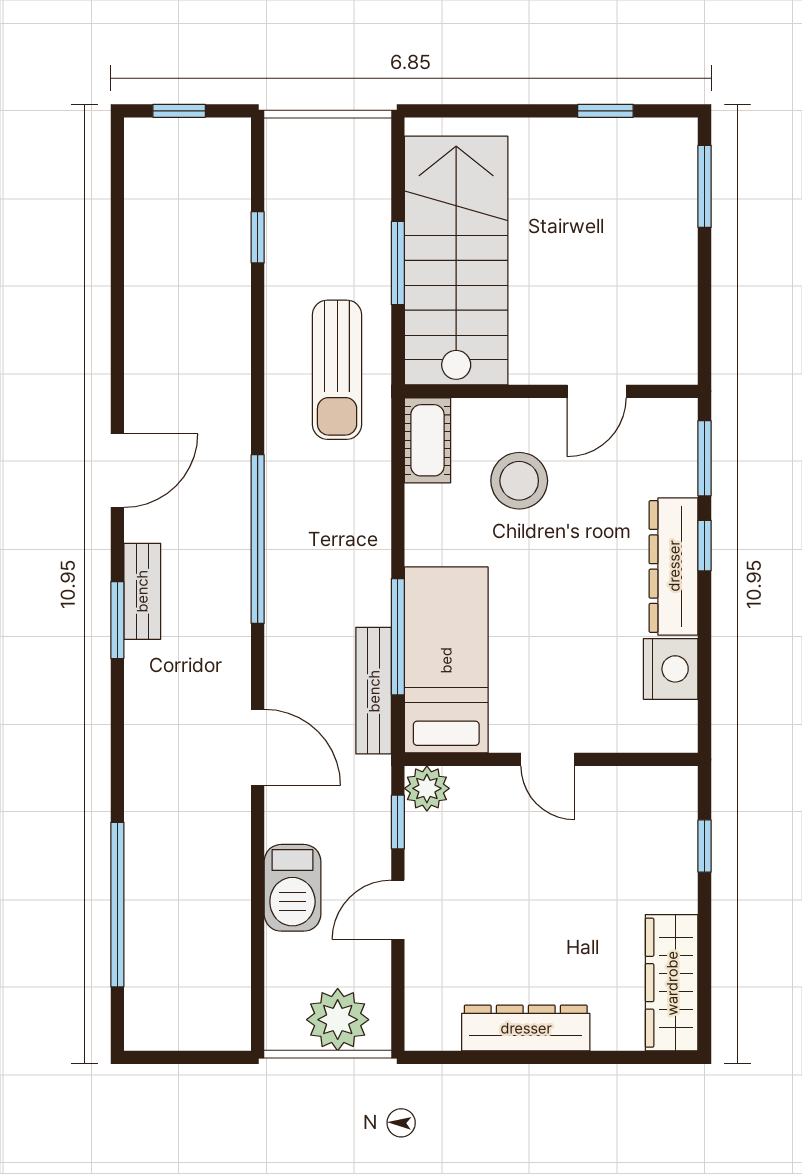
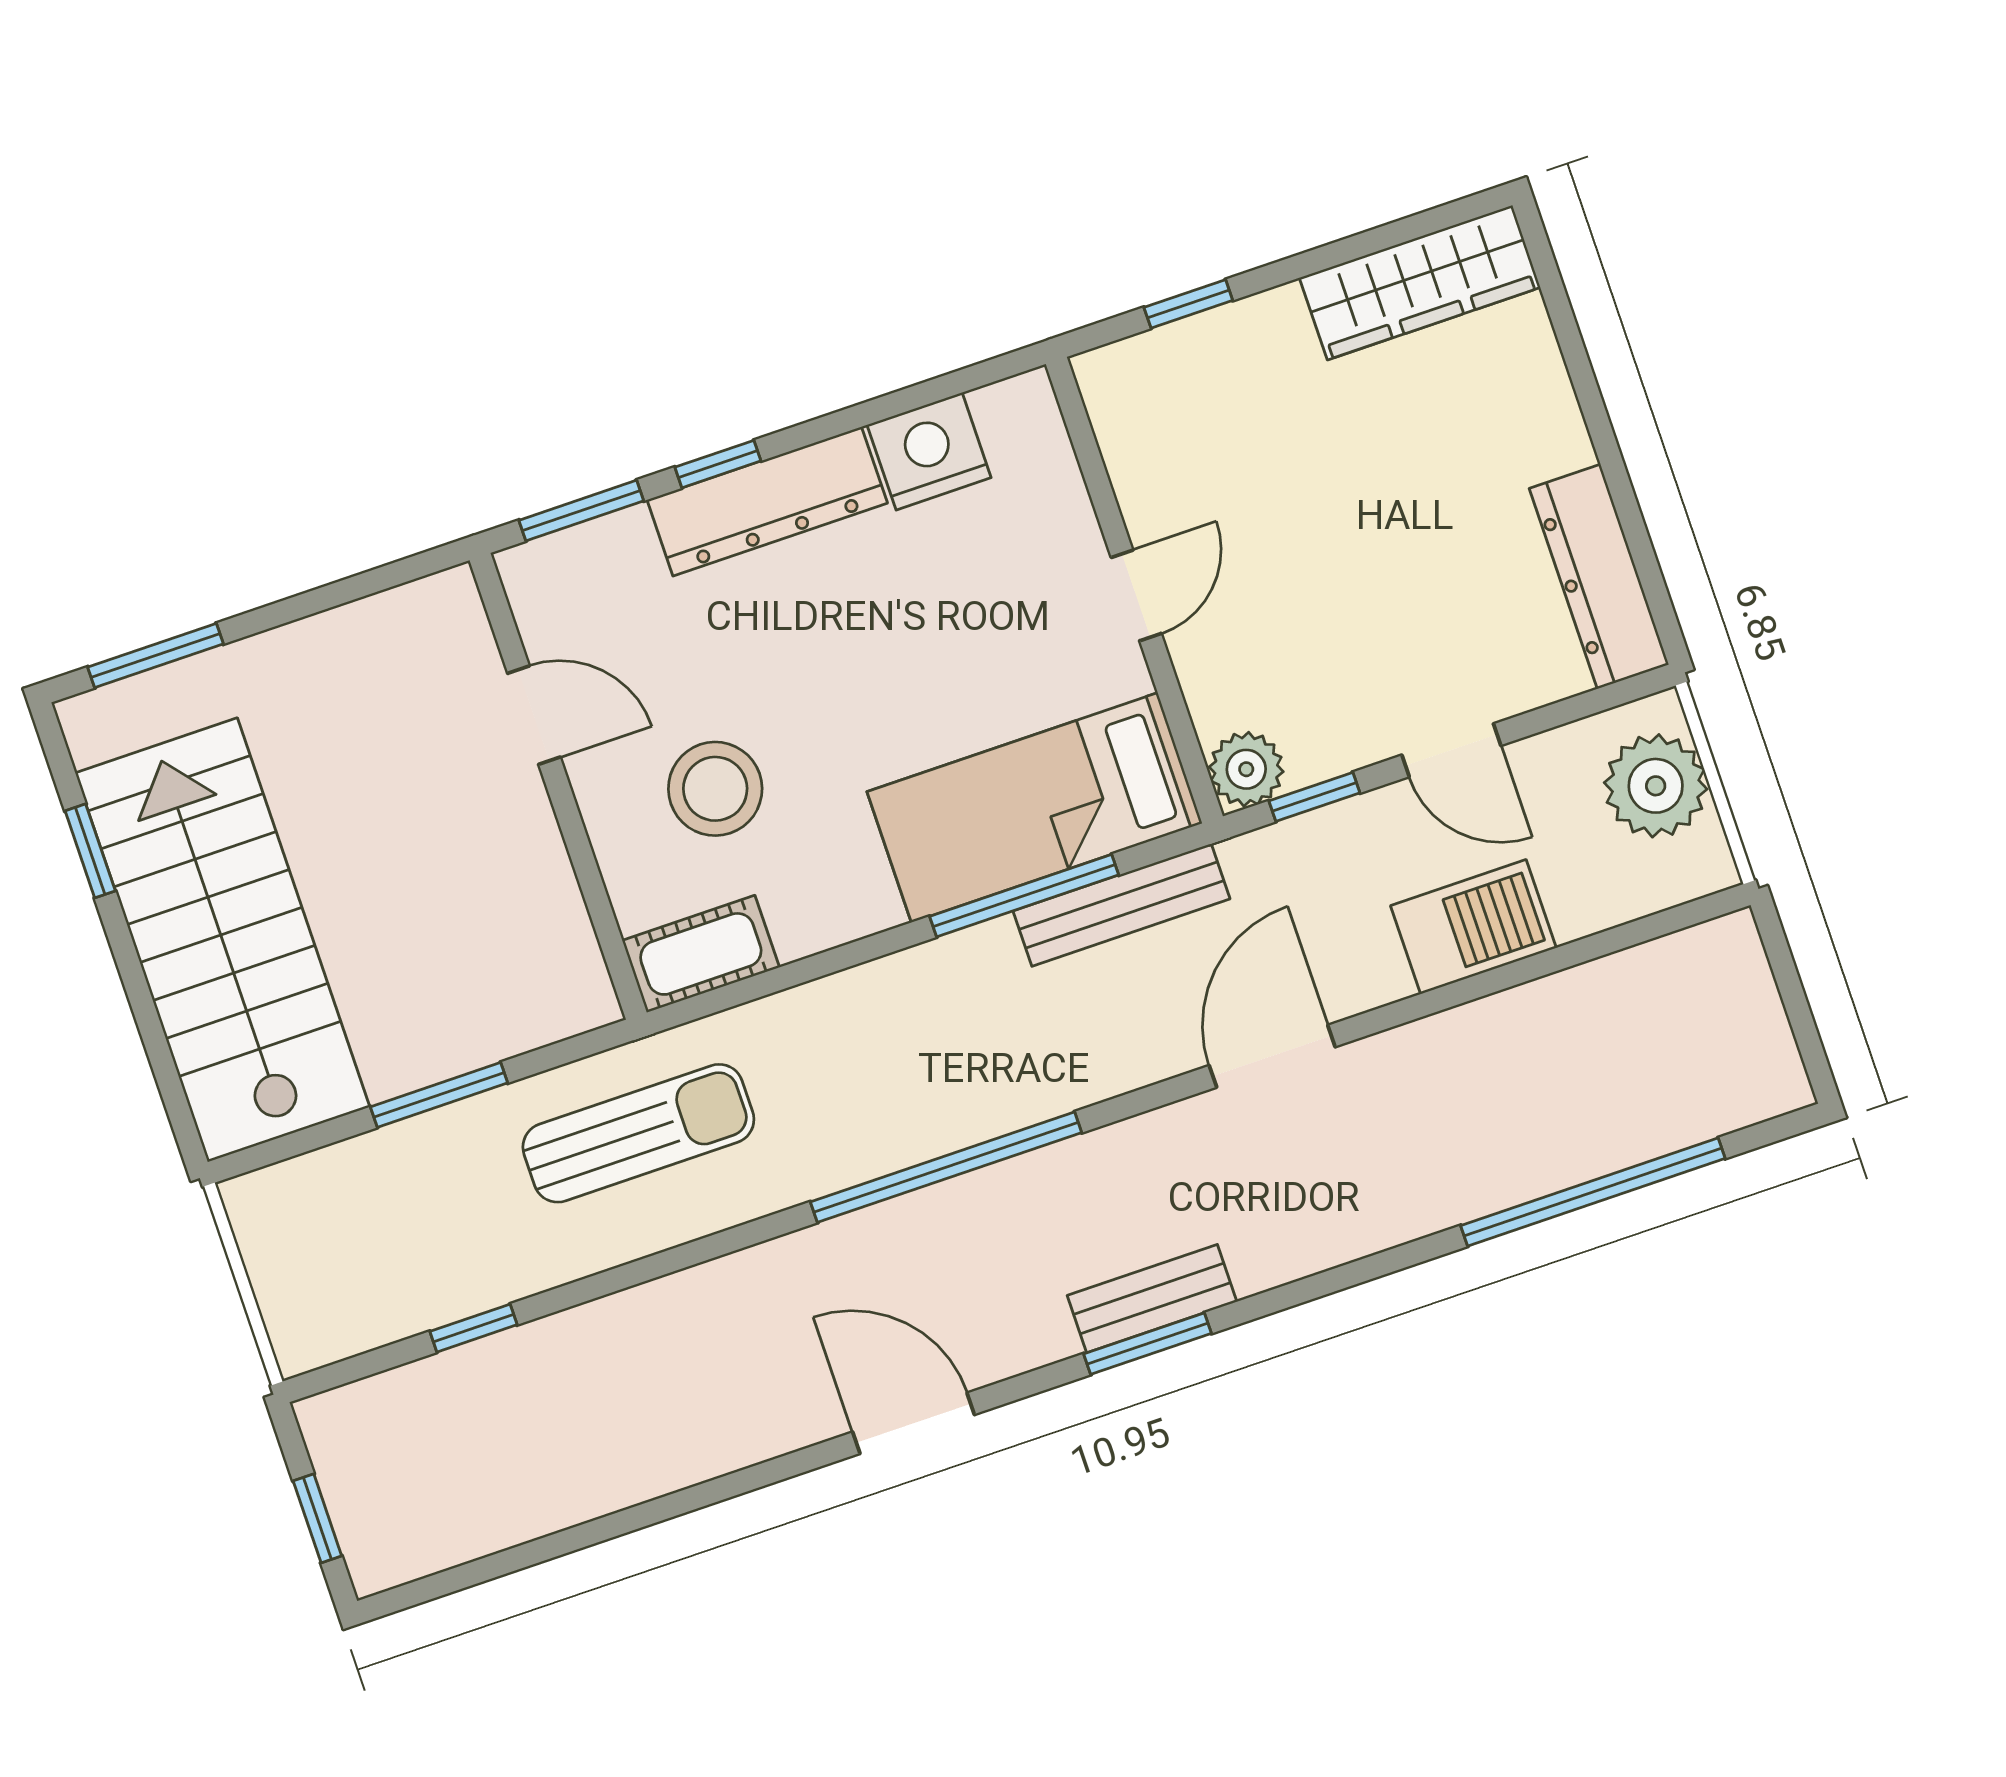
stairs: (456, 260) -> (222, 940), moved, turned 90
bench: (142, 591) -> (1152, 1299), moved
dresser: (526, 1028) -> (1599, 577), moved

